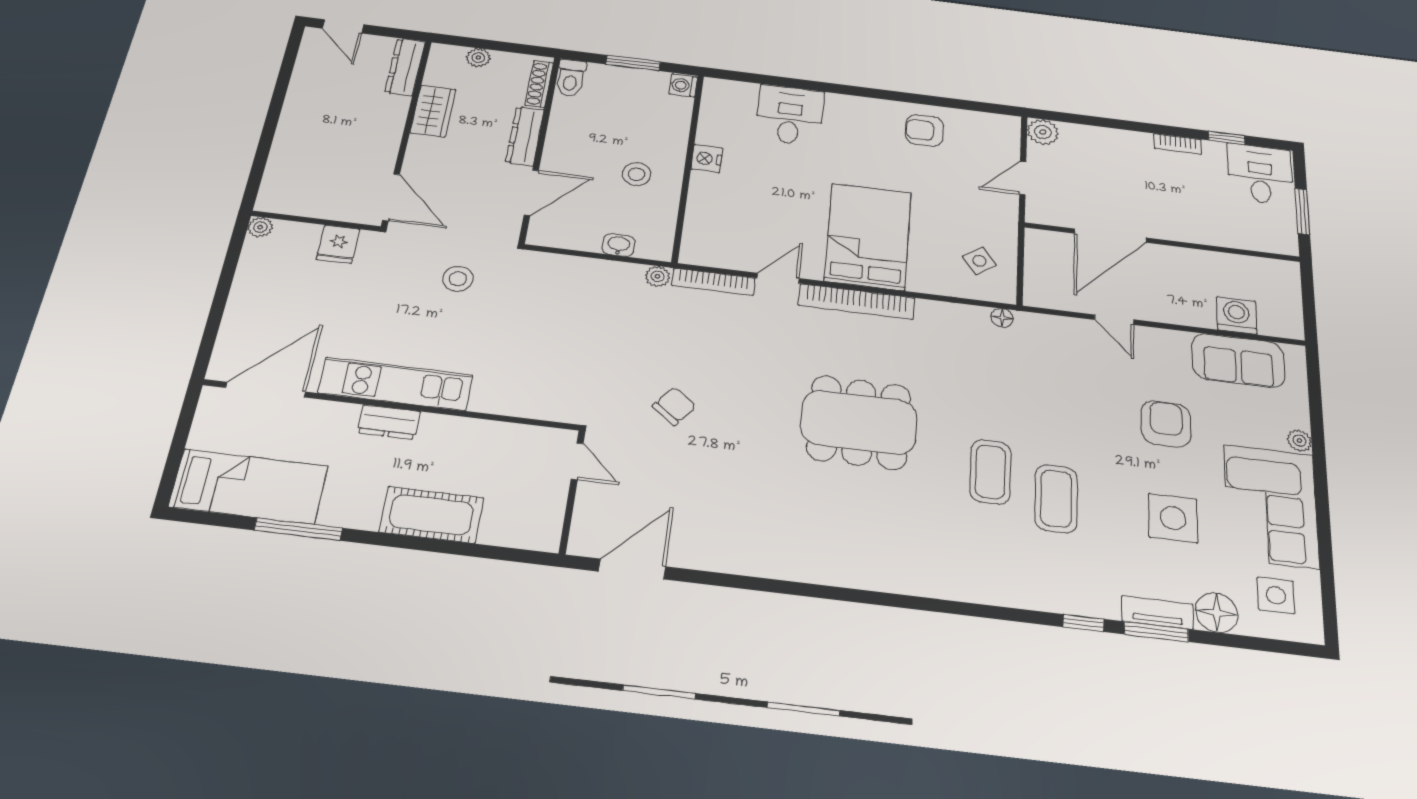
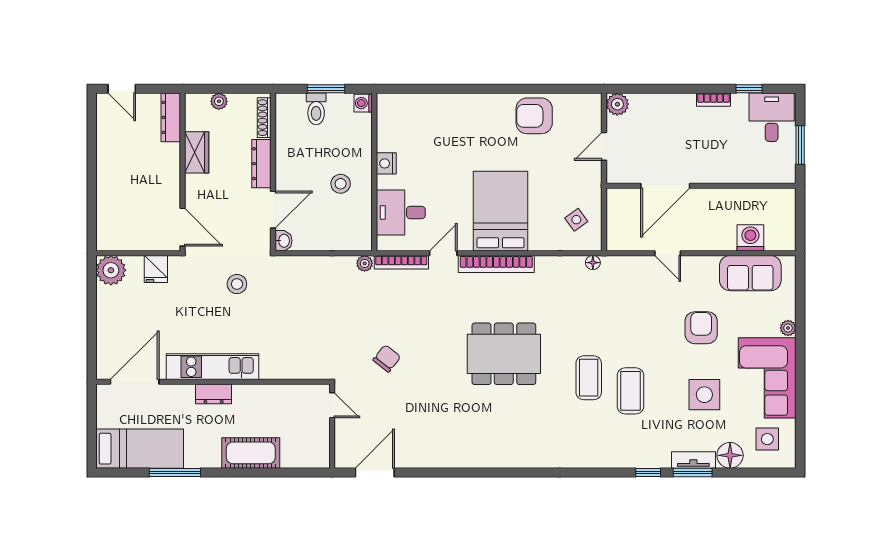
toilet: (571, 78) -> (316, 109), moved
desk: (790, 115) -> (401, 212), moved, turned -90
armchair: (925, 130) -> (534, 116), width x1.38, depth x1.38
plant: (260, 227) -> (111, 270), width x1.88, depth x1.88
washbasin: (619, 245) -> (284, 241), moved, turned 90

